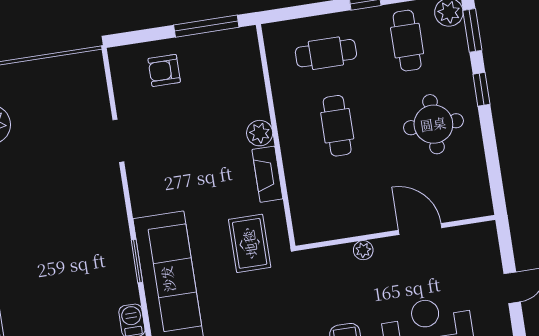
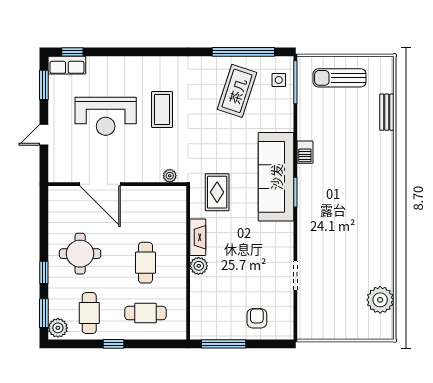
armchair: (164, 70) -> (257, 318), turned -90
door: (420, 229) -> (100, 184), width x1.36
plant: (363, 250) -> (170, 176), moved

